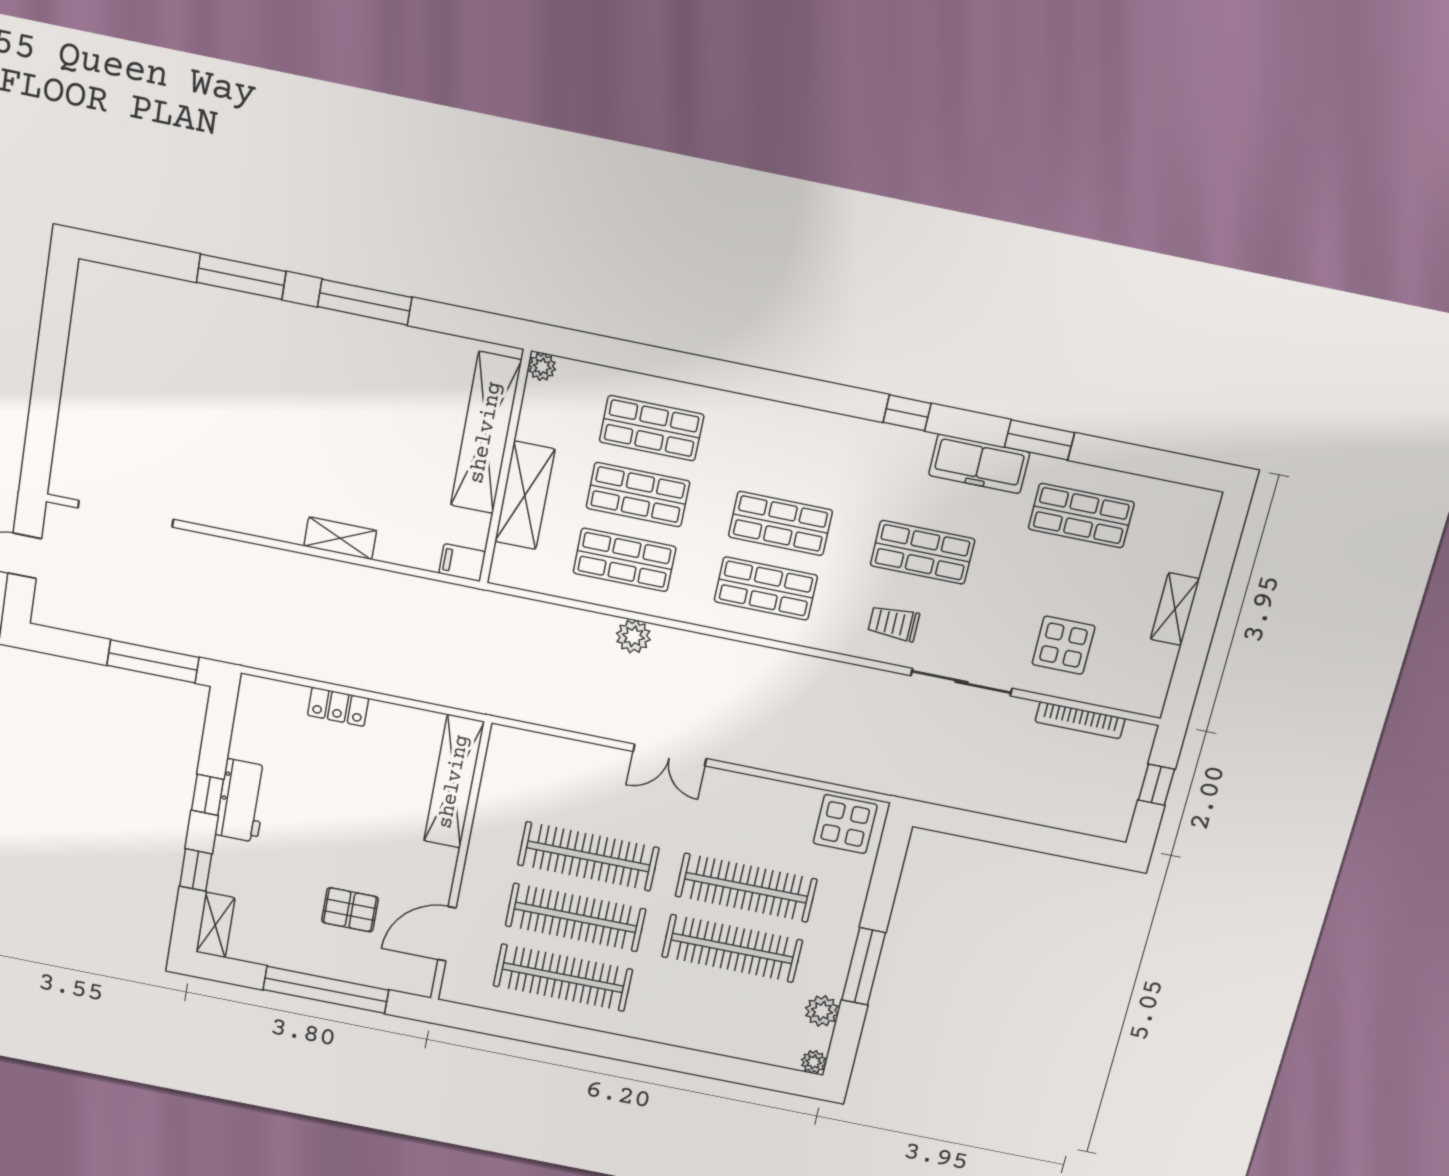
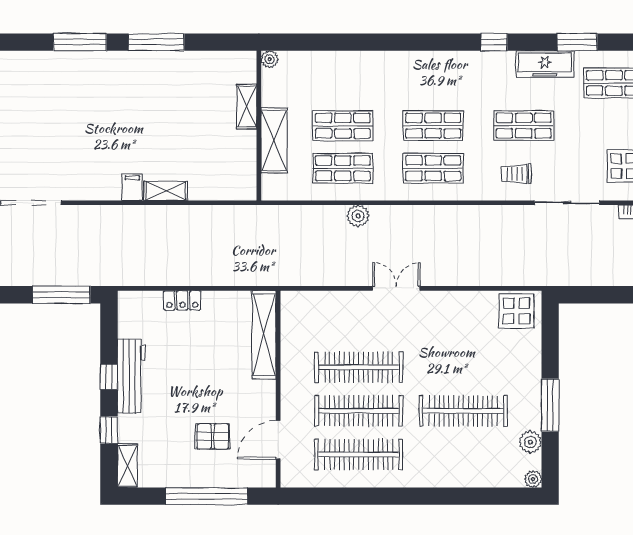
shop shelf: (652, 428) -> (343, 83), removed
shelving: (486, 433) -> (247, 107), width x0.45, depth x0.75
filing cabinet: (462, 563) -> (132, 187), moved, turned 90
double door: (670, 755) -> (396, 288), swing flipped
workbench: (242, 801) -> (131, 376), width x1.38
clothes rail: (746, 888) -> (463, 367), removed

